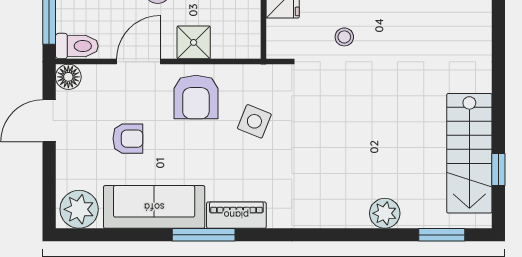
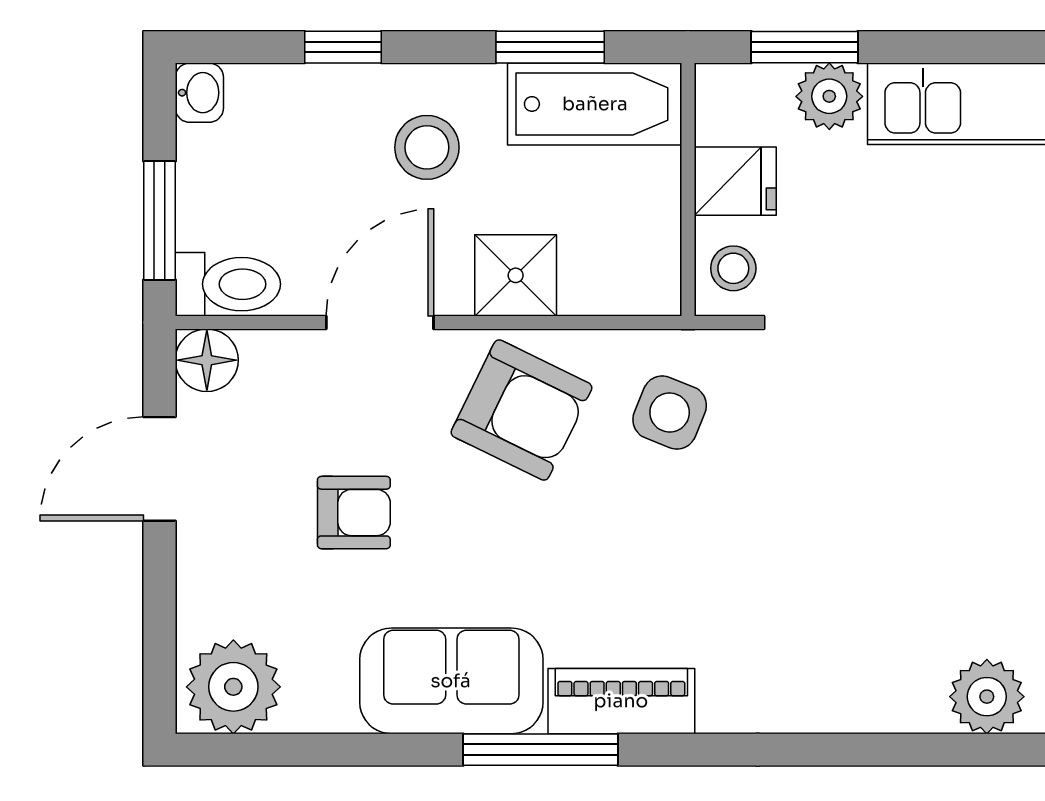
stool: (344, 37) -> (733, 268), moved
armchair: (196, 97) -> (521, 410), turned -64
side table: (254, 121) -> (670, 413), moved
sofa: (154, 207) -> (451, 681), width x0.73

